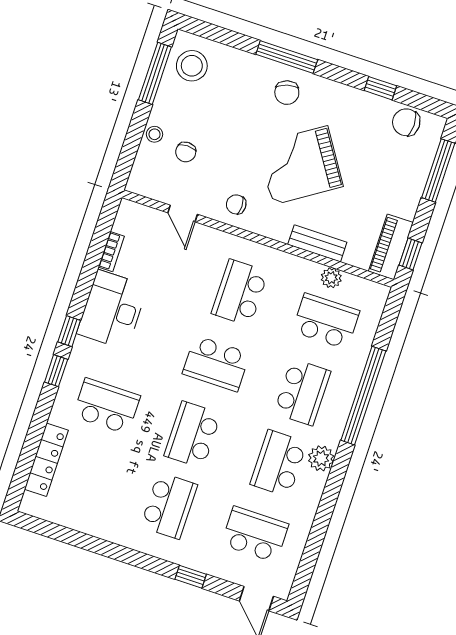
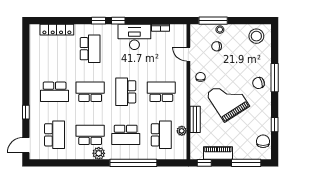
window: (155, 73) -> (213, 21), moved
door: (183, 214) -> (188, 54), hinge flipped
piano: (391, 247) -> (218, 153), moved

